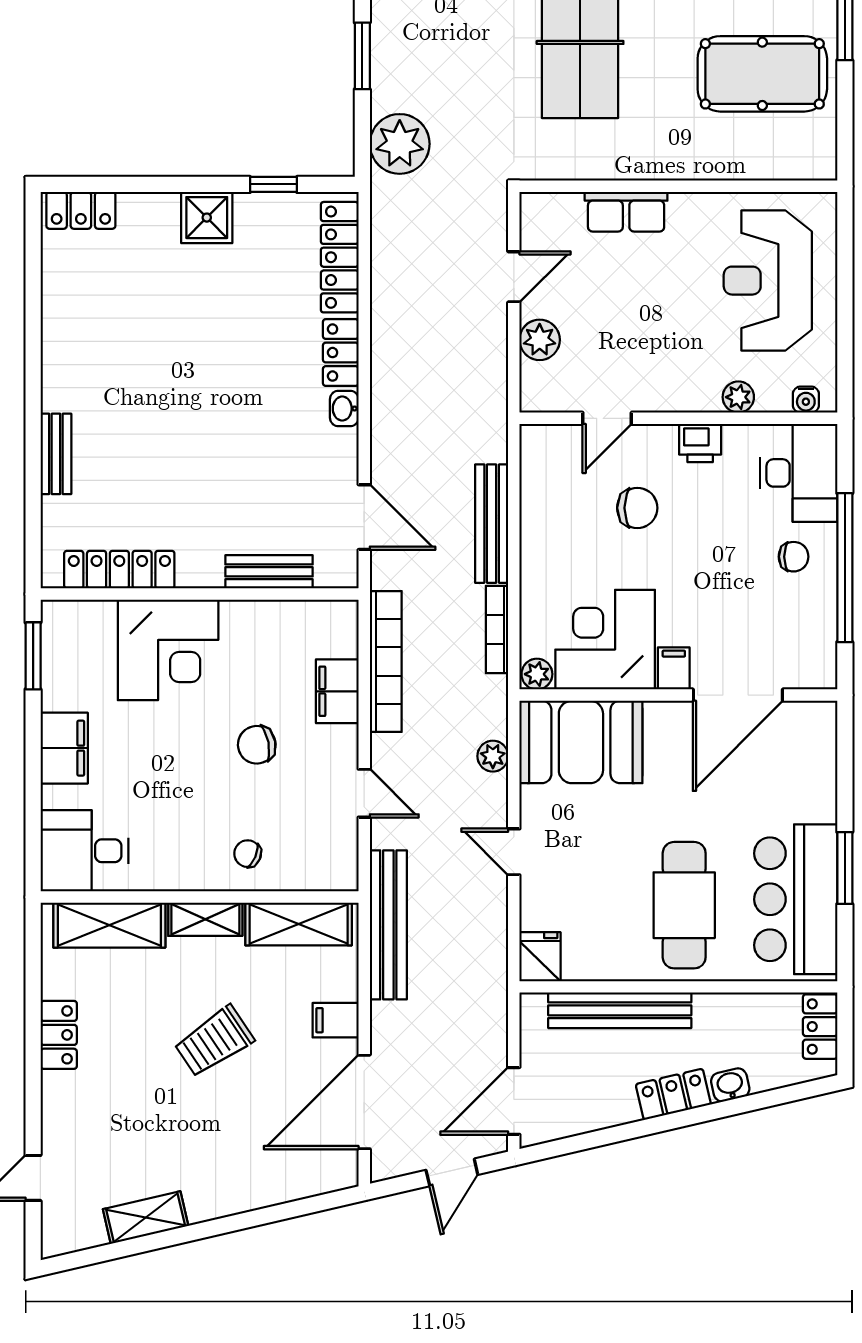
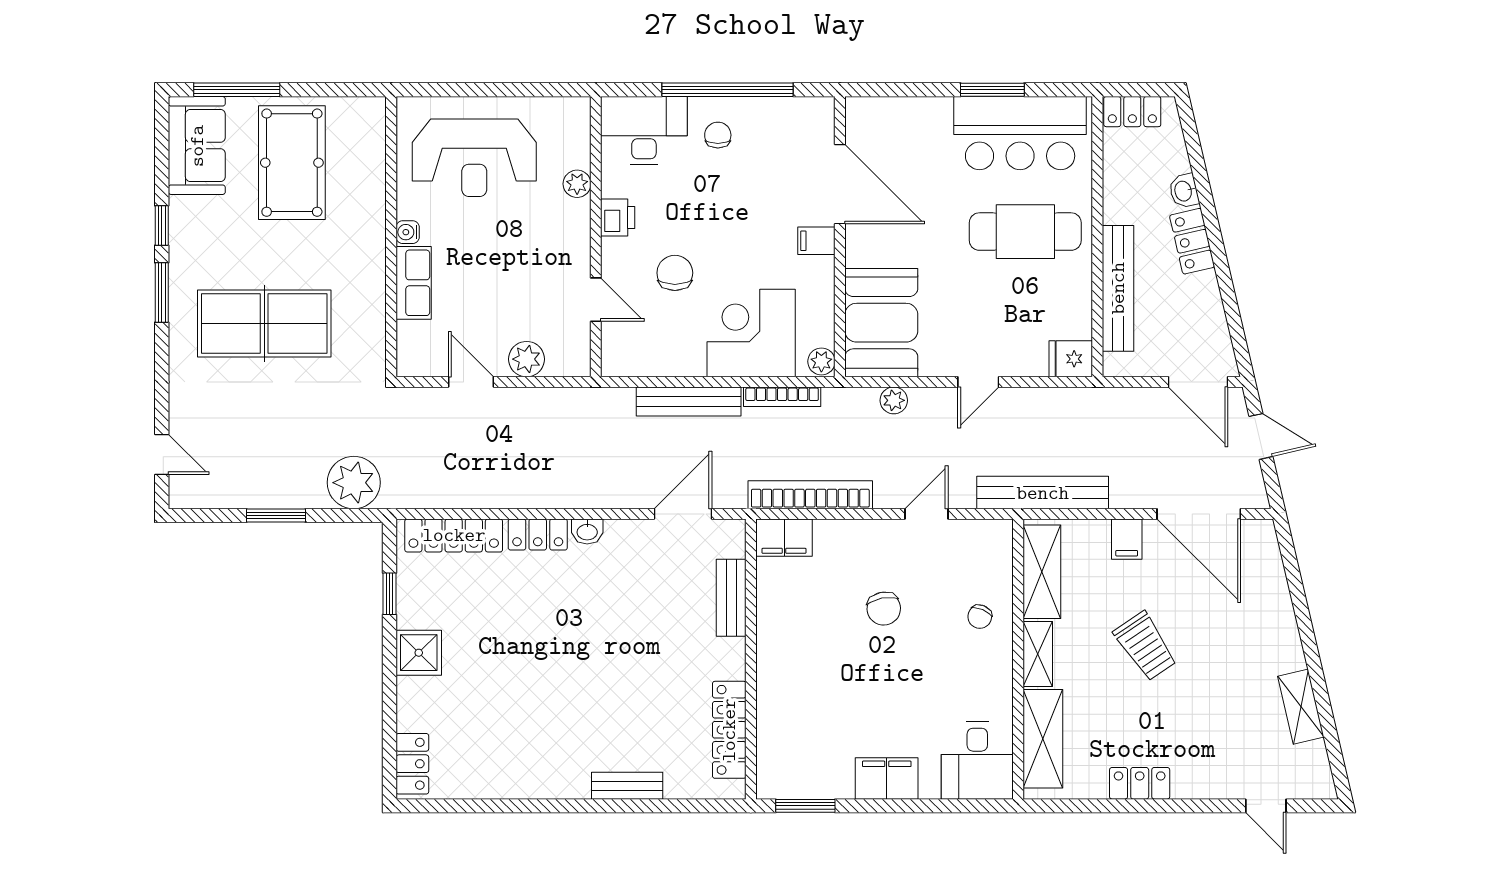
water cooler: (806, 400) -> (408, 232), moved, turned 180
corner desk: (605, 640) -> (751, 333), moved, turned 90
corner desk: (168, 650) -> (800, 687), removed
filing cabinet: (337, 691) -> (784, 538), moved

